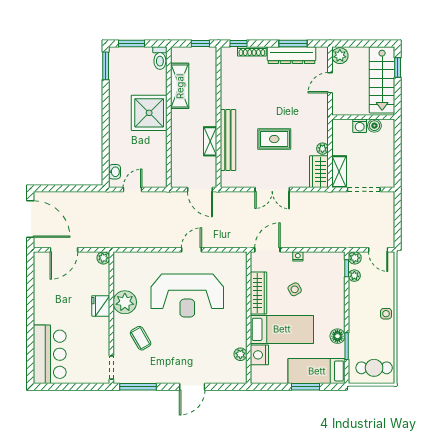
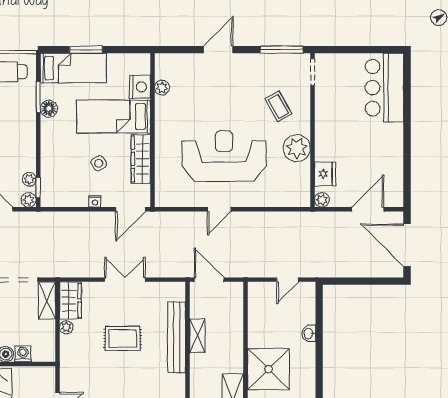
washbasin: (115, 172) -> (309, 334), moved
fridge: (101, 306) -> (325, 174), moved

